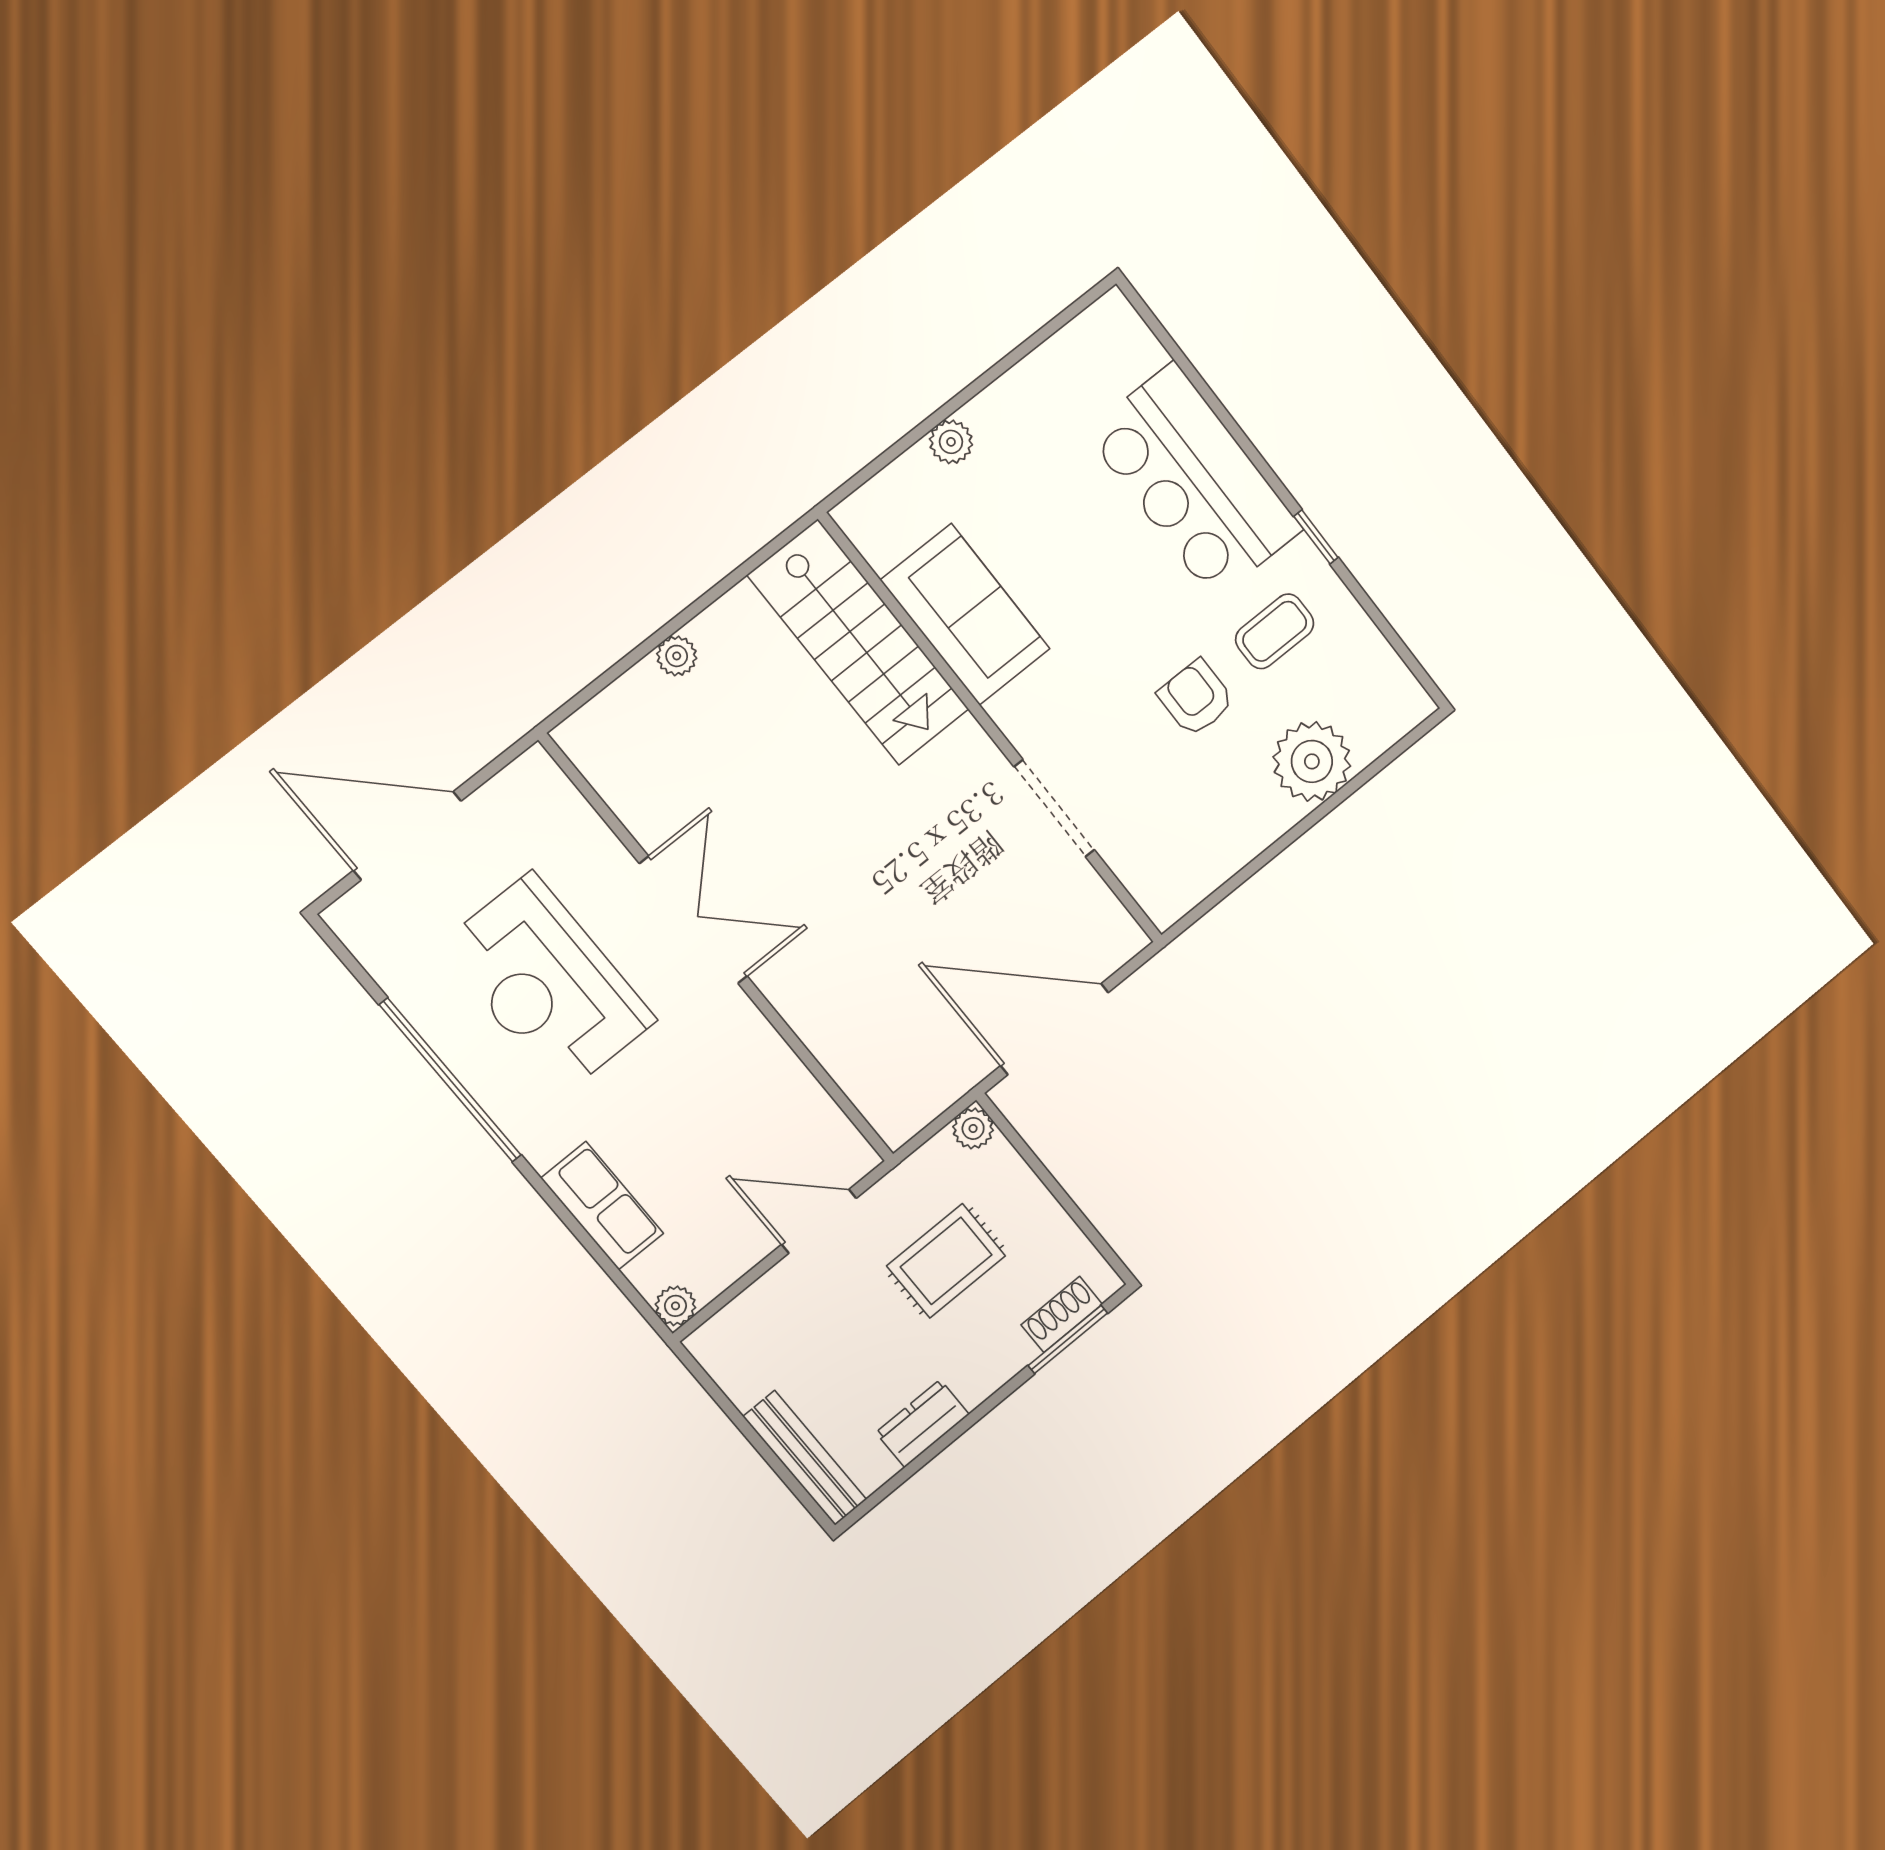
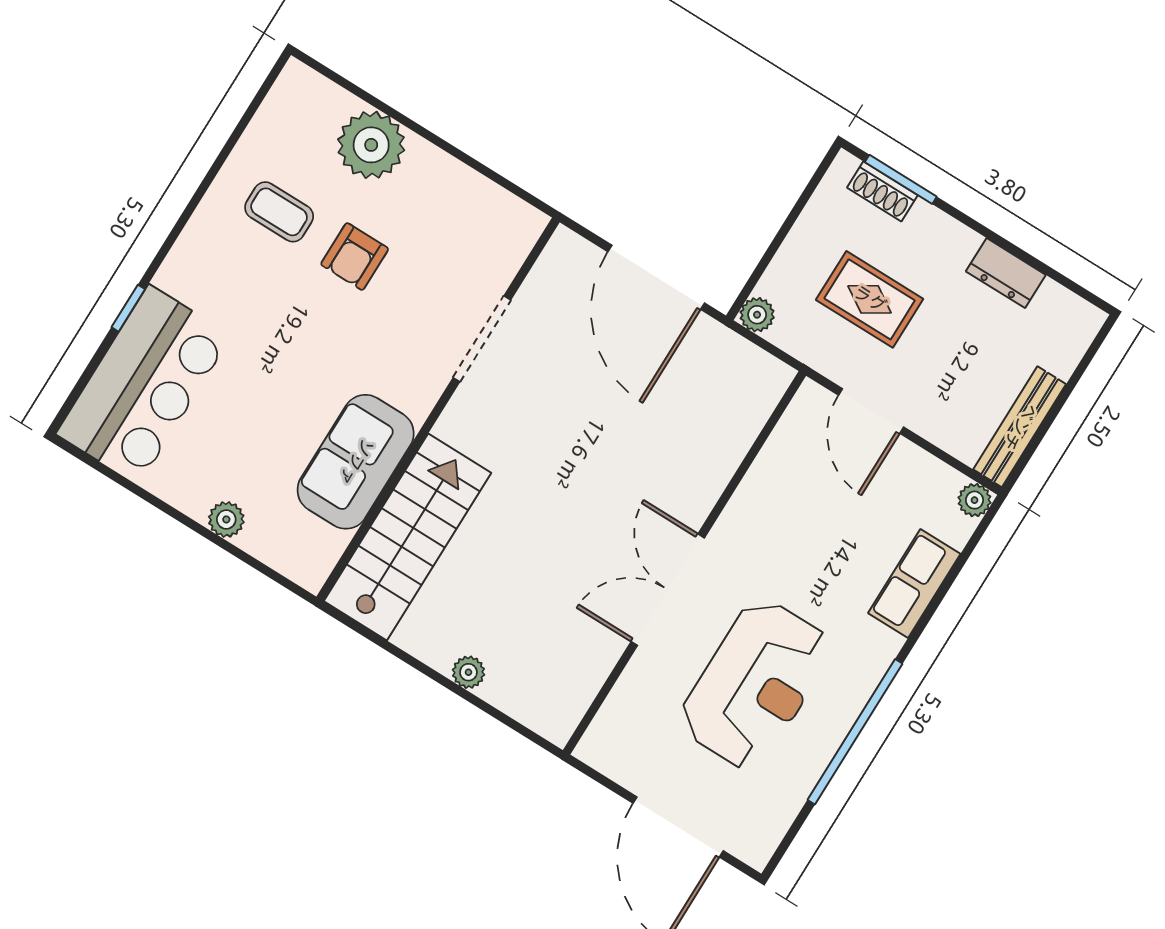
bar counter: (1194, 481) -> (144, 385), moved
window: (1316, 537) -> (128, 308), moved
bench: (805, 1458) -> (1020, 427), moved

